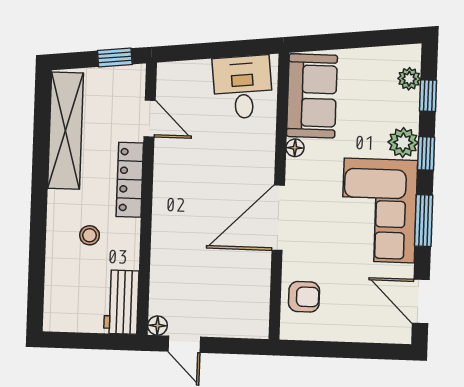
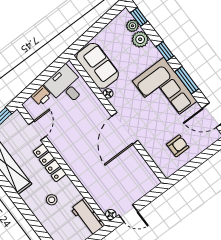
printer: (196, 73) -> (41, 96), added
window: (428, 96) -> (139, 17), moved
door: (150, 118) -> (37, 130), hinge flipped
plant: (403, 142) -> (140, 39), moved
armchair: (304, 297) -> (178, 146), moved

